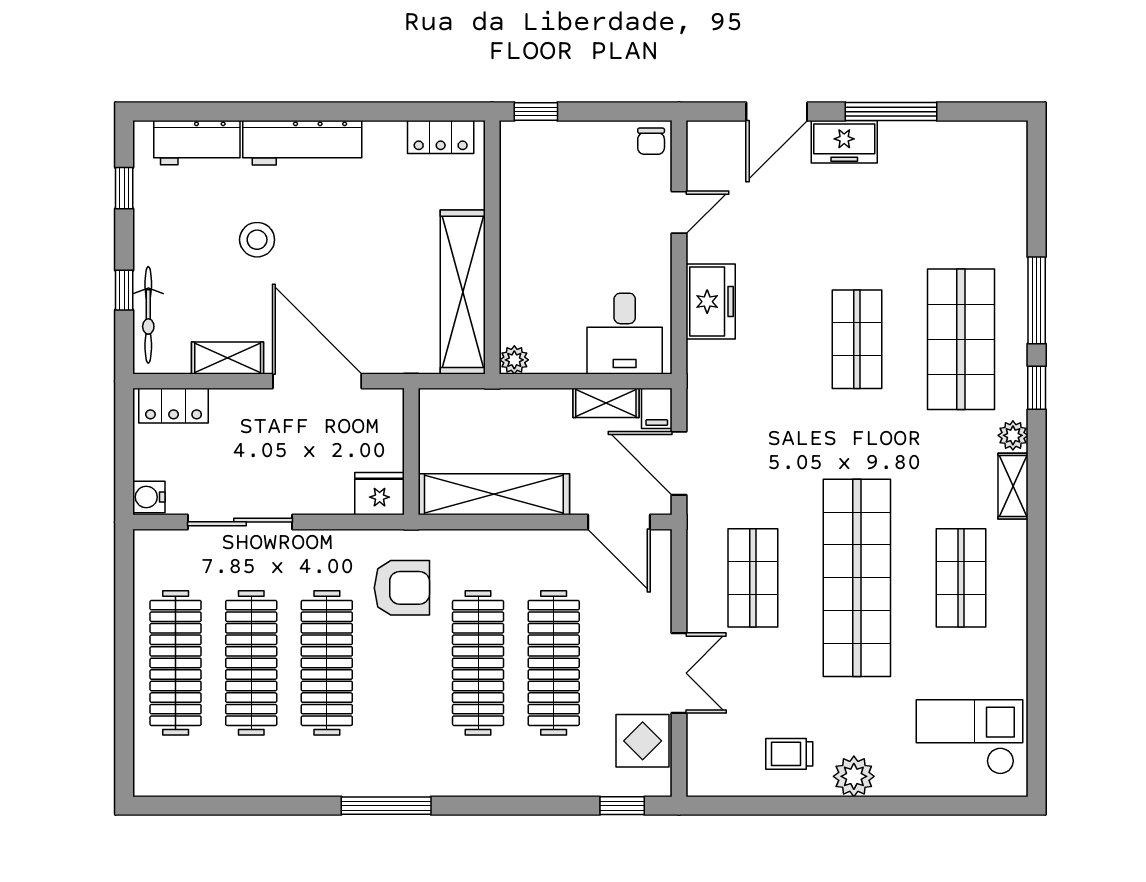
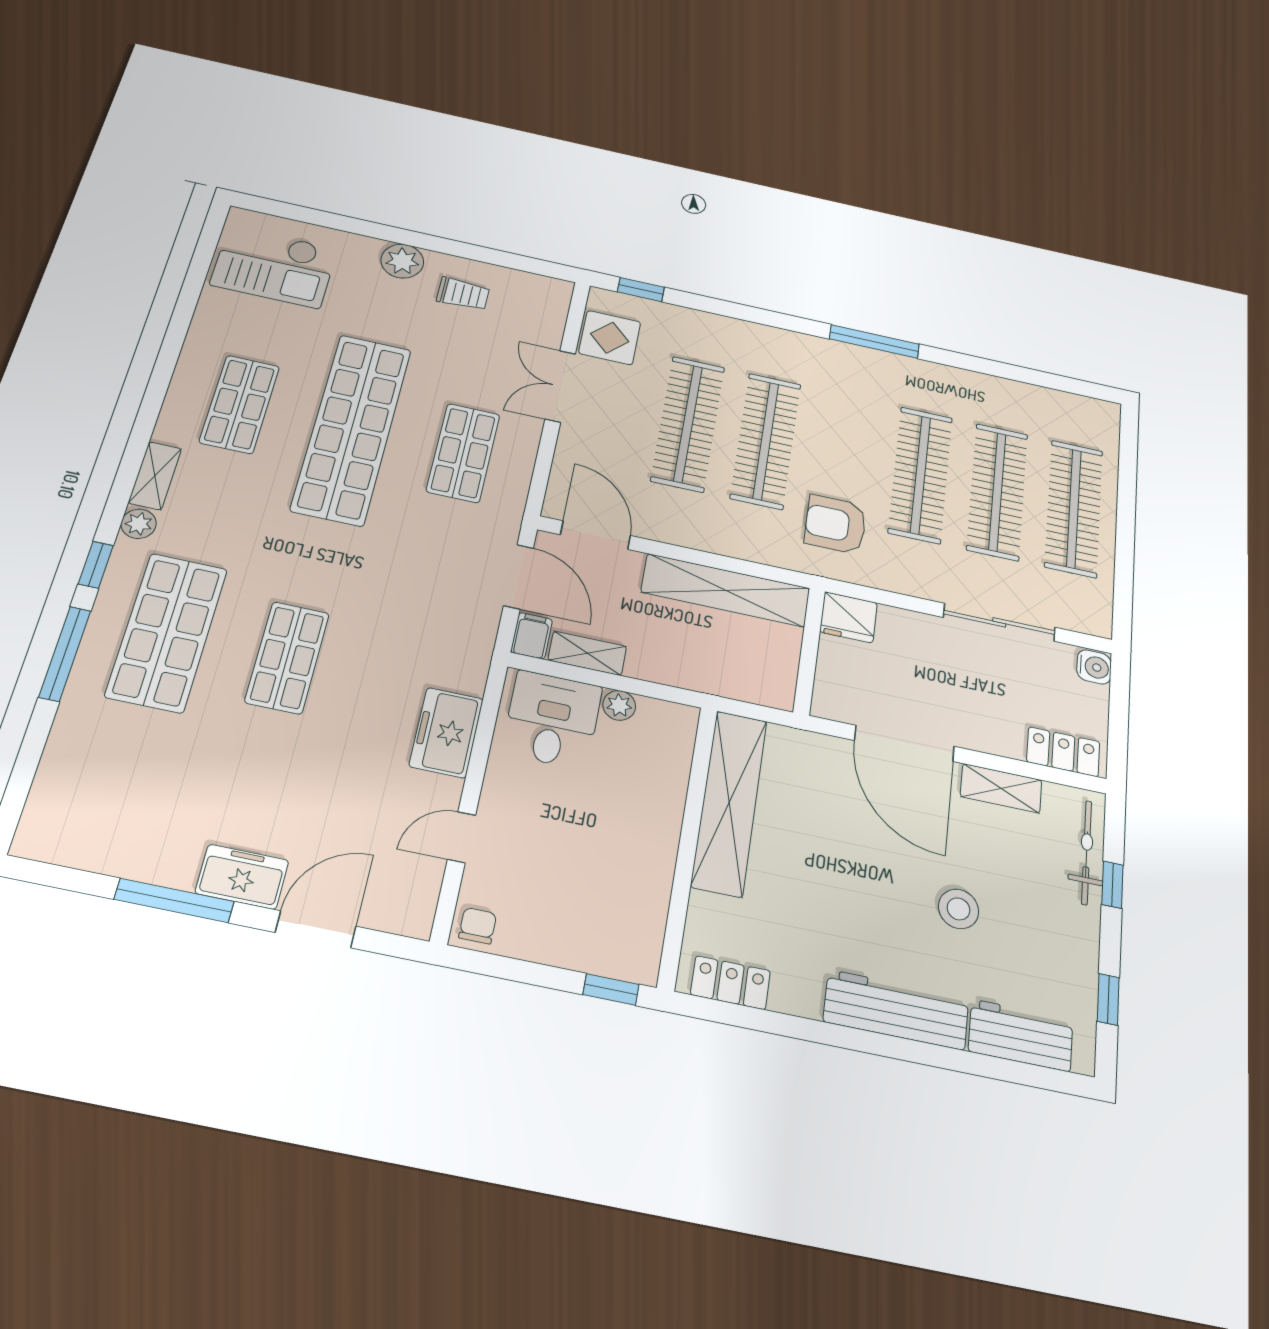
plant: (514, 360) -> (619, 705), moved

